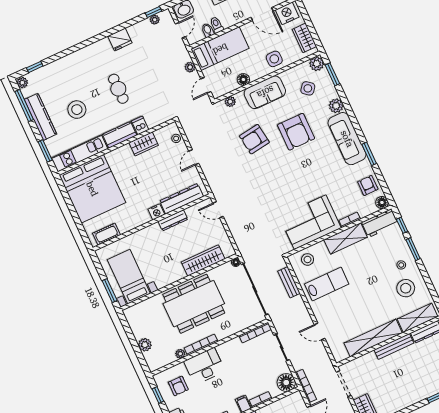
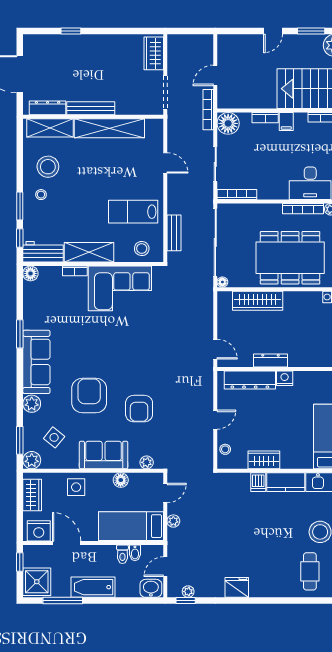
cafe table: (118, 89) -> (310, 571), moved
armchair: (254, 139) -> (139, 409), turned 98
armchair: (368, 185) -> (37, 300), removed

